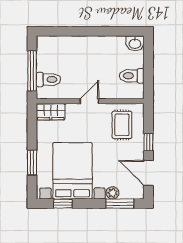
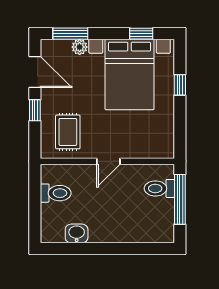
washbasin: (135, 43) -> (77, 233), moved
wardrobe: (51, 112) -> (157, 148), removed
window: (32, 163) -> (180, 85), width x0.67

